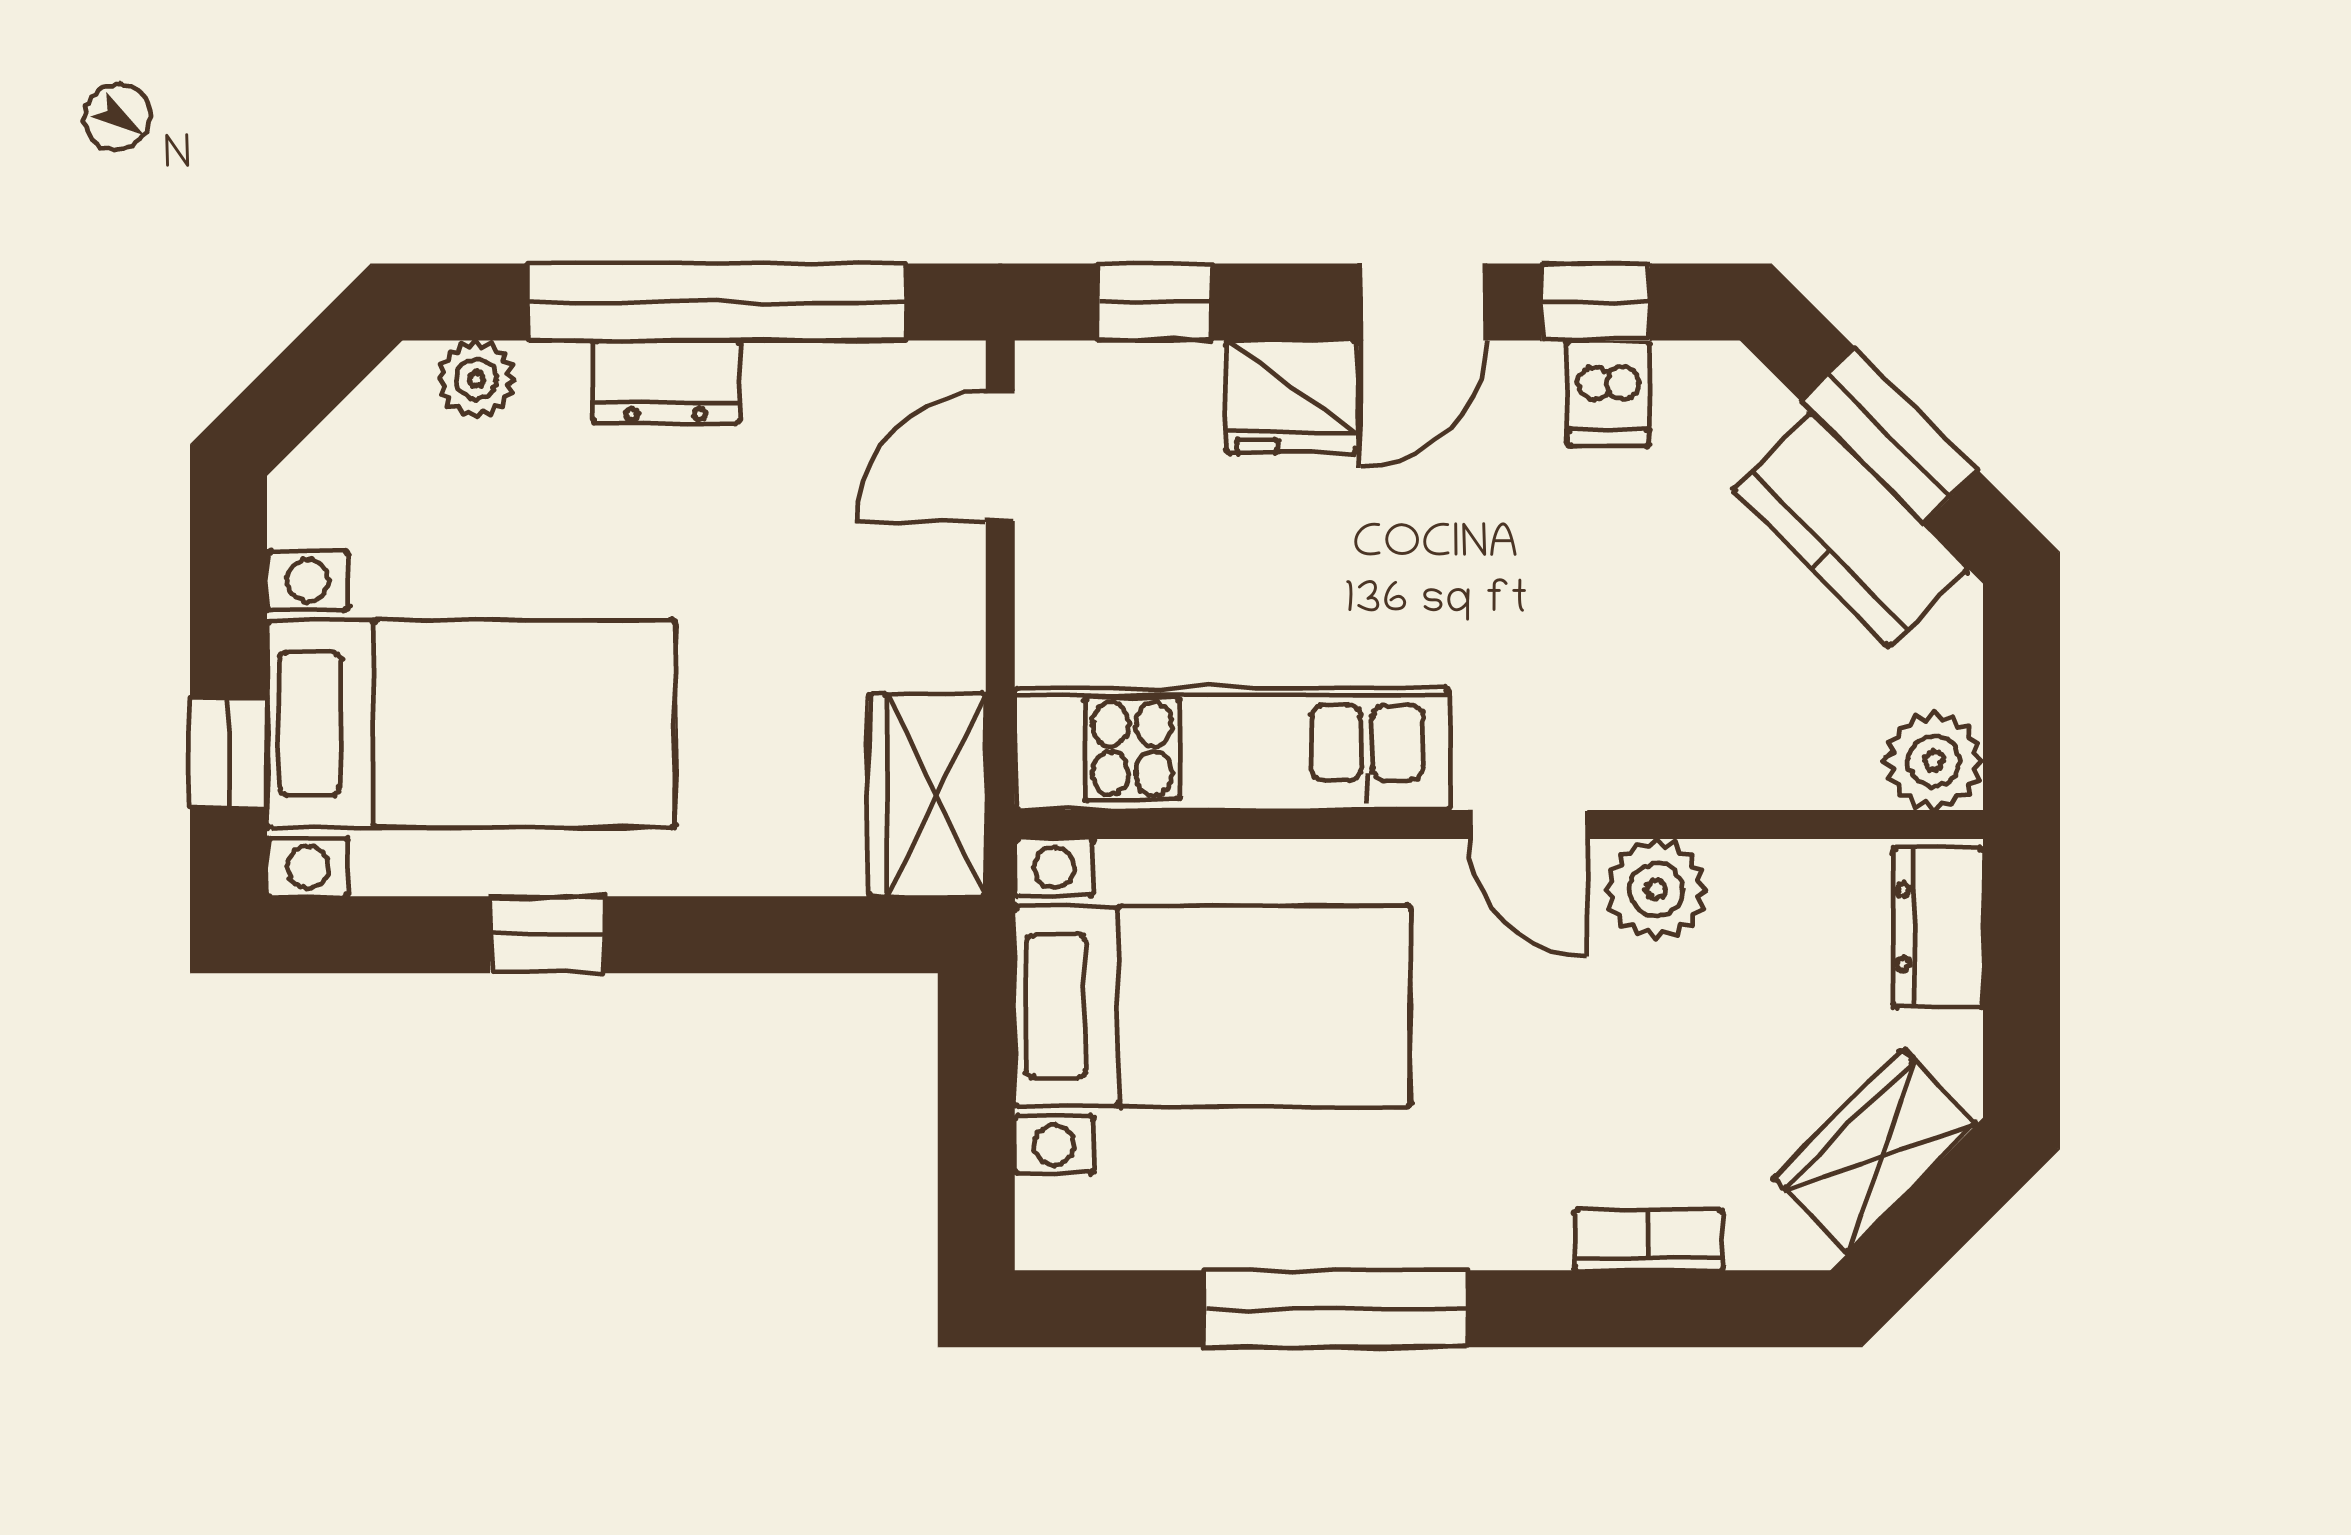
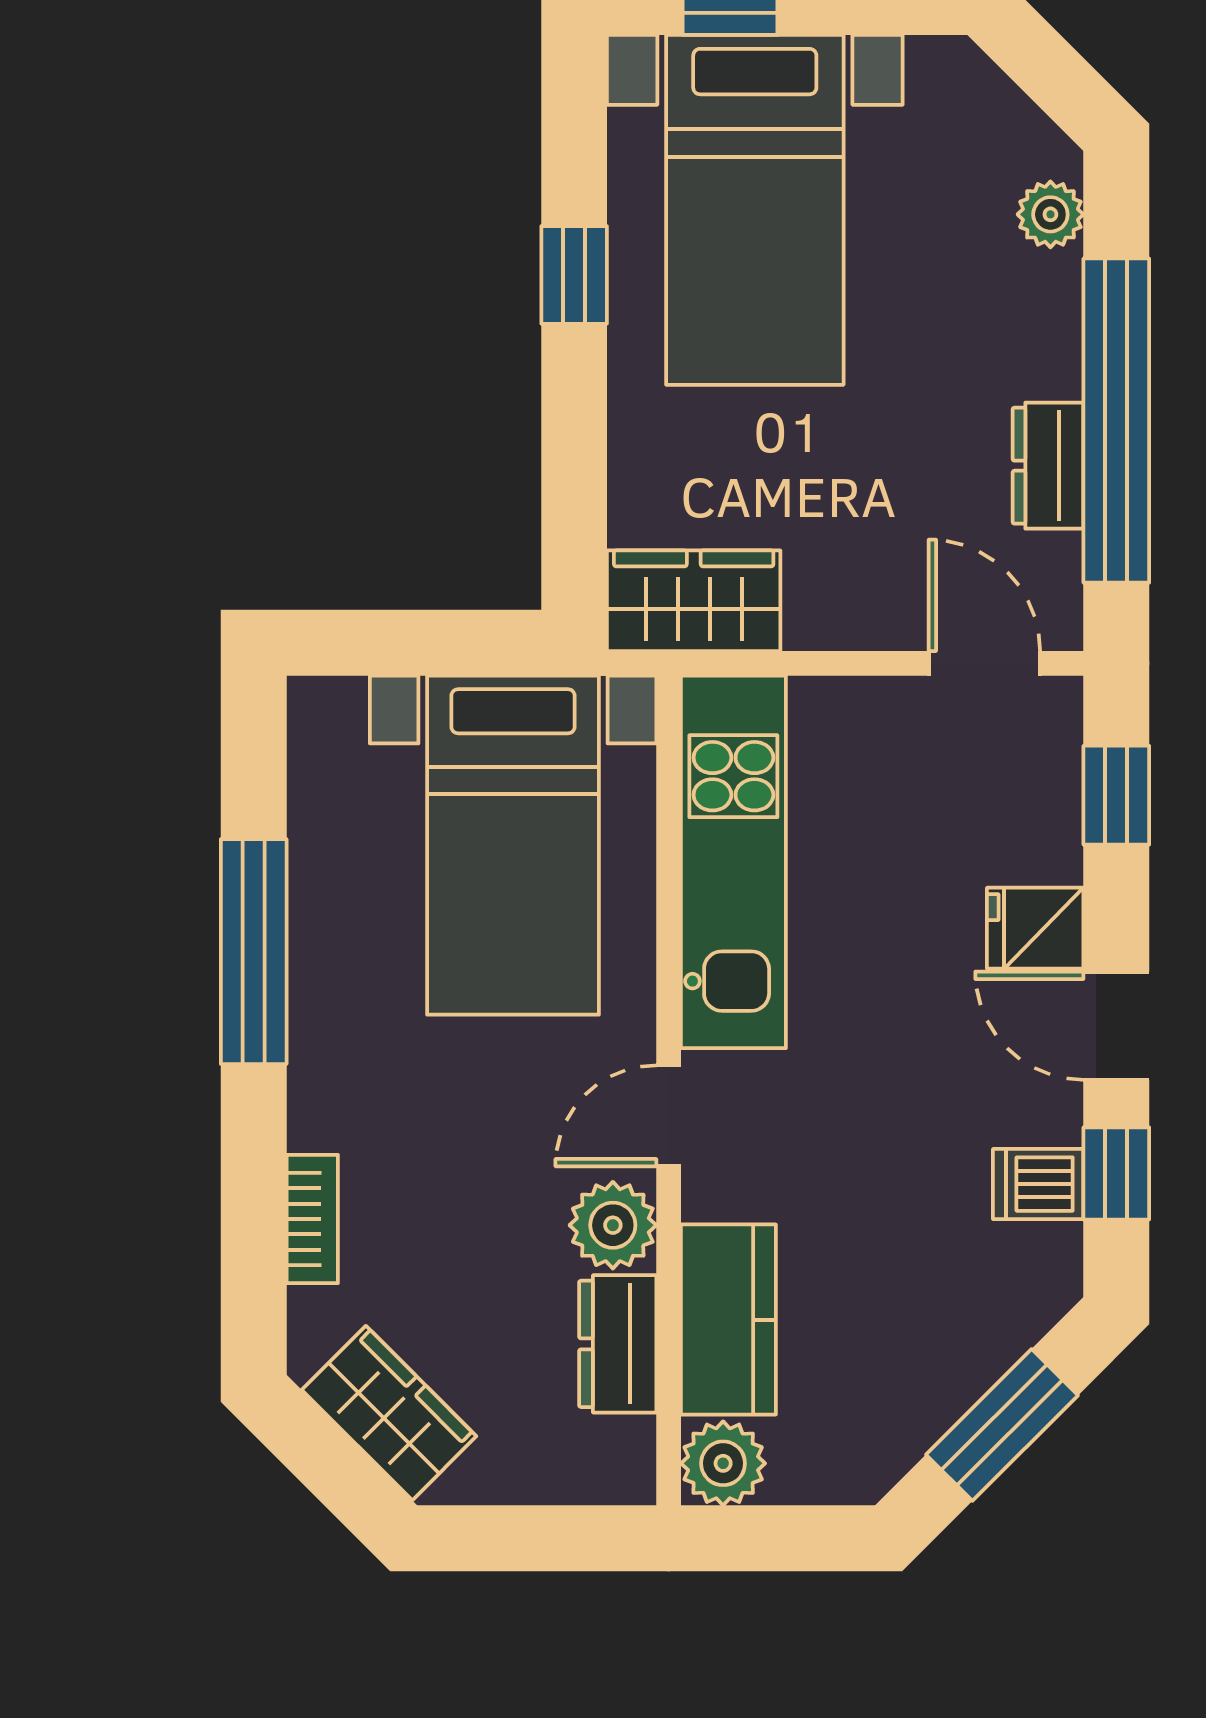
dresser: (666, 382) -> (1048, 466), moved
fridge: (1291, 397) -> (1035, 928), width x0.72
kitchen counter: (1851, 530) -> (728, 1320), moved, turned 135
dresser: (1938, 927) -> (618, 1344), moved, turned -90

